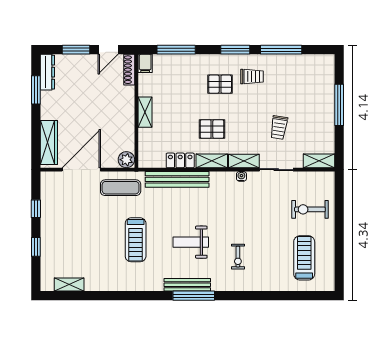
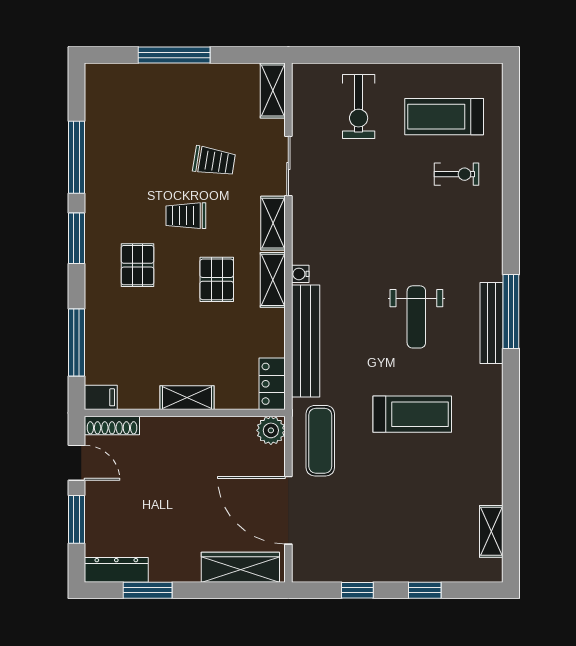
trolley: (252, 76) -> (186, 216), moved, turned -90
locker: (180, 160) -> (272, 384), moved
water cooler: (241, 176) -> (300, 274), moved
exercise bike: (238, 257) -> (457, 174), moved

